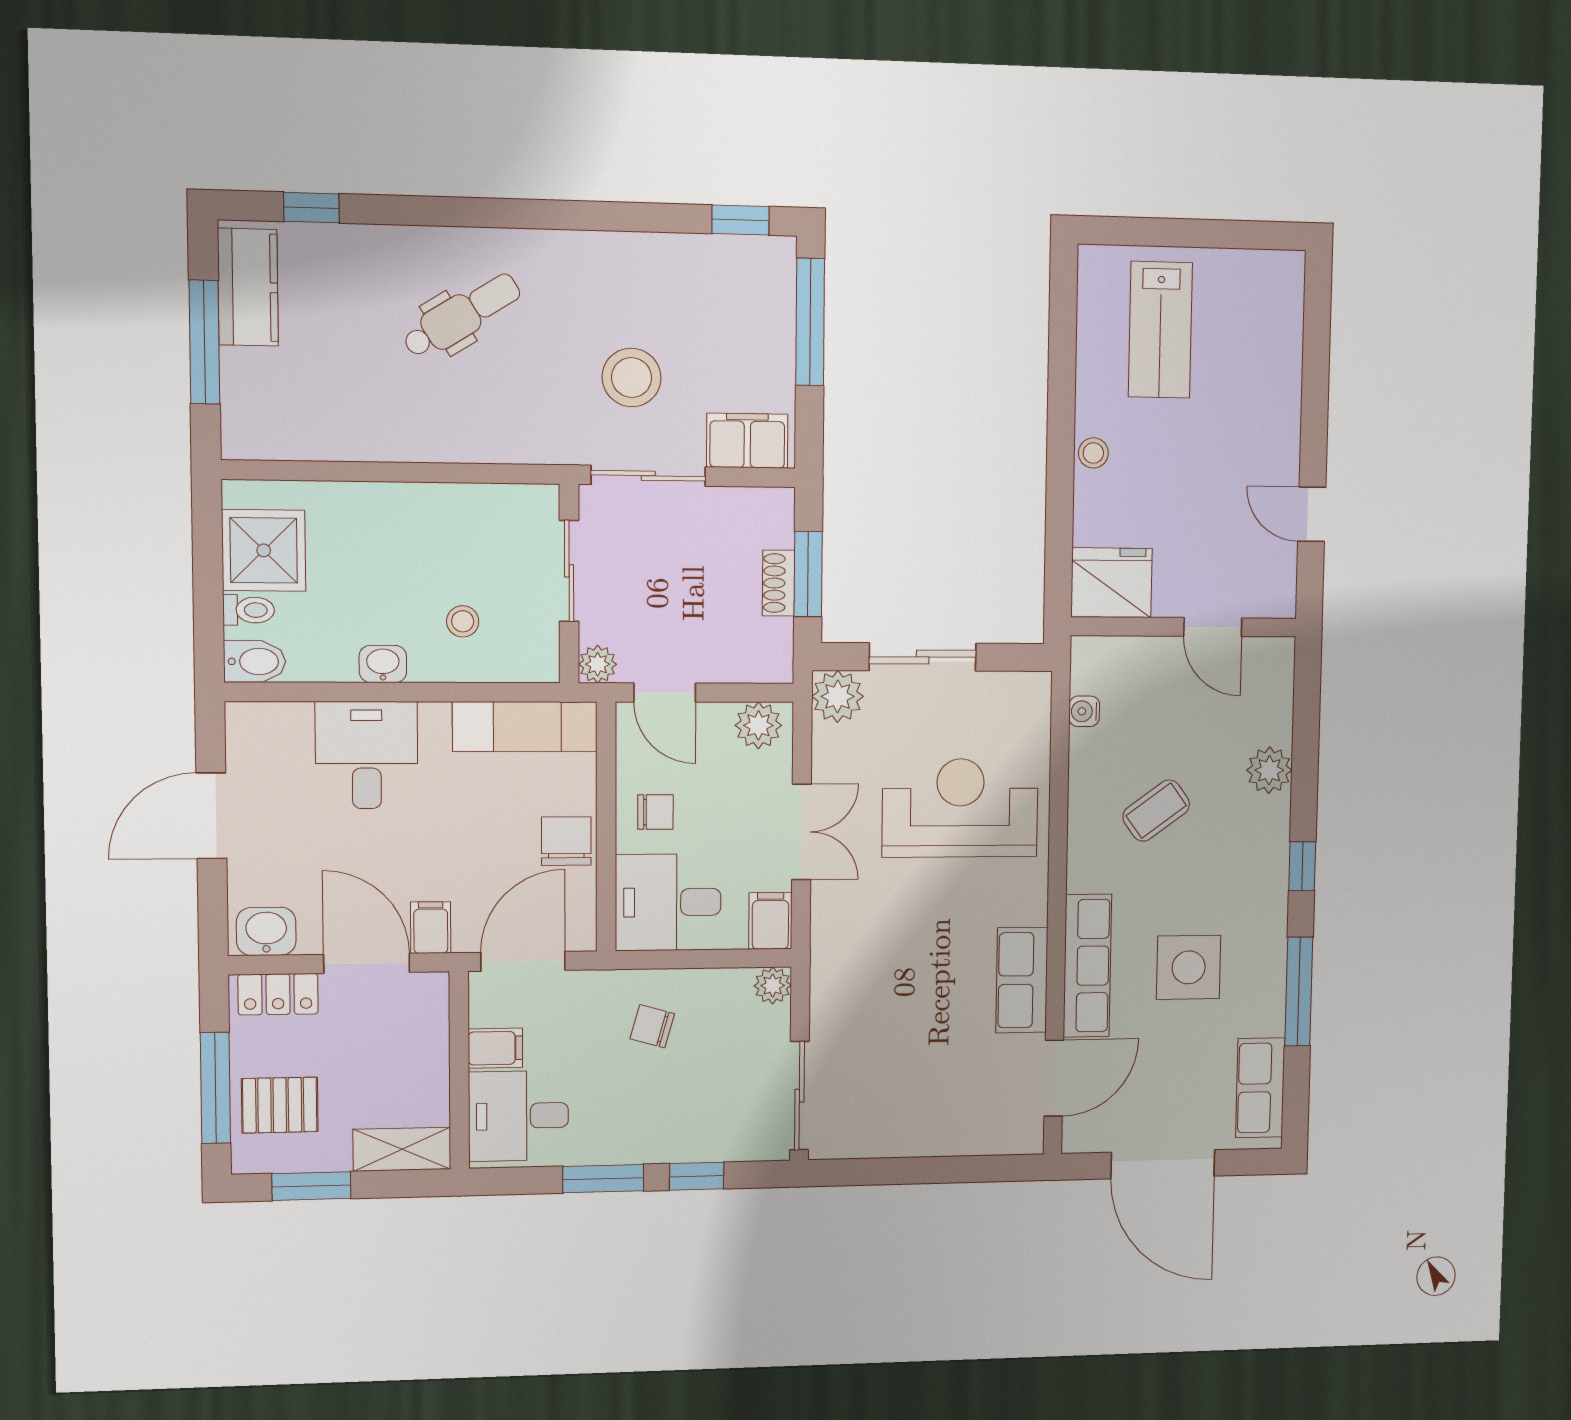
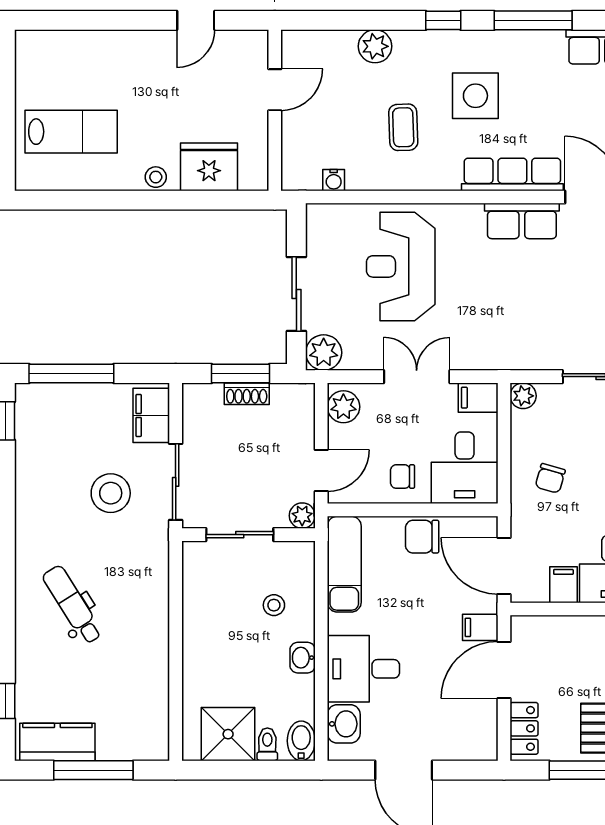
fridge: (1112, 583) -> (209, 167), moved, turned 90
coffee table: (1156, 811) -> (403, 127), turned 34
chair: (656, 812) -> (403, 477), turned -90
washbasin: (266, 931) -> (344, 724), moved, turned 180
side table: (1189, 967) -> (475, 96), moved

